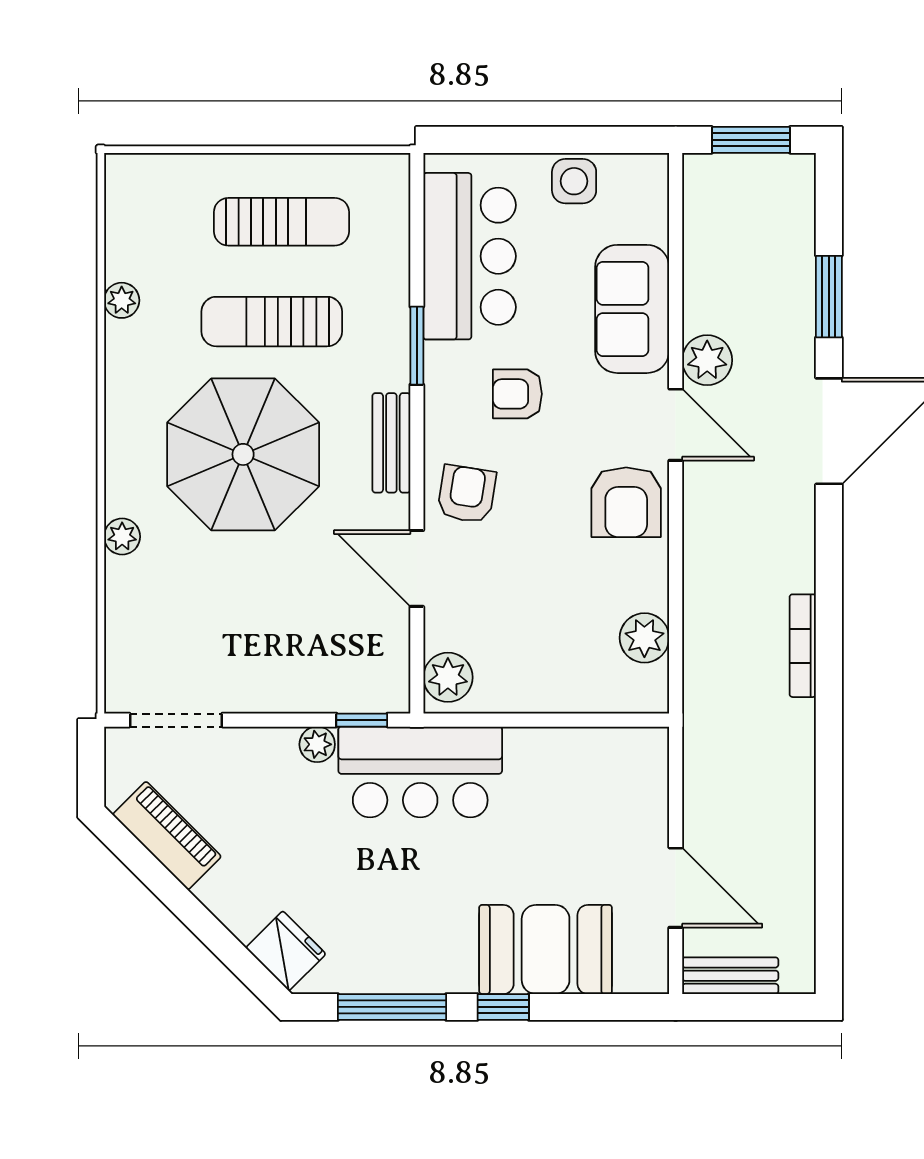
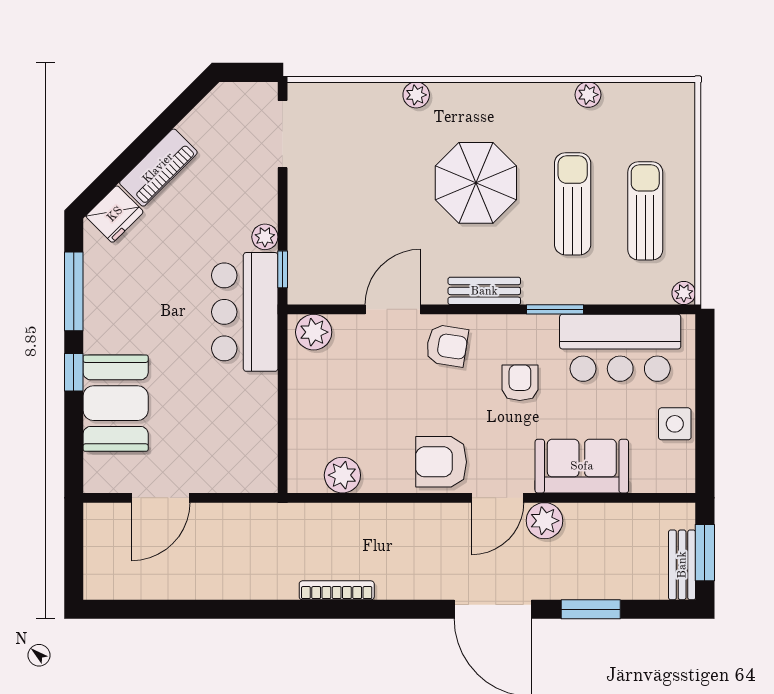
plant: (394, 169) -> (684, 293), added
sun lounger: (281, 222) -> (645, 211), turned 180
parasol: (243, 454) -> (476, 183), width x0.73, depth x0.73
piano: (167, 836) -> (158, 168), moved
bench: (730, 976) -> (682, 565), moved

